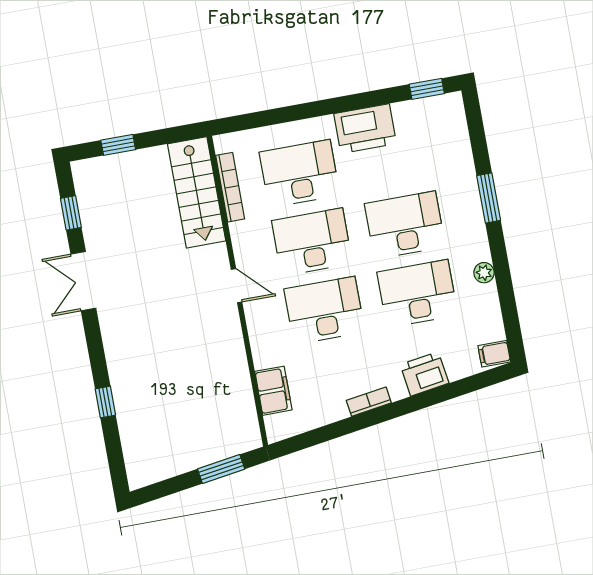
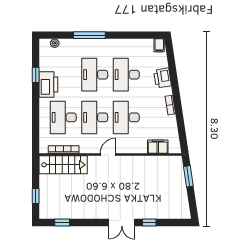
window: (427, 89) -> (36, 75), moved
window: (489, 198) -> (89, 35), width x1.44
plant: (484, 273) -> (55, 43), moved
double door: (83, 281) -> (122, 222), moved

